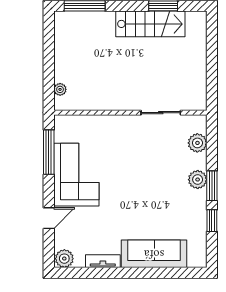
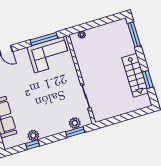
corner sofa: (76, 175) -> (49, 55), moved
plant: (198, 180) -> (33, 135), moved
window: (212, 186) -> (75, 132), moved

